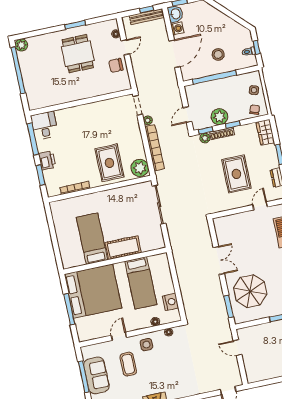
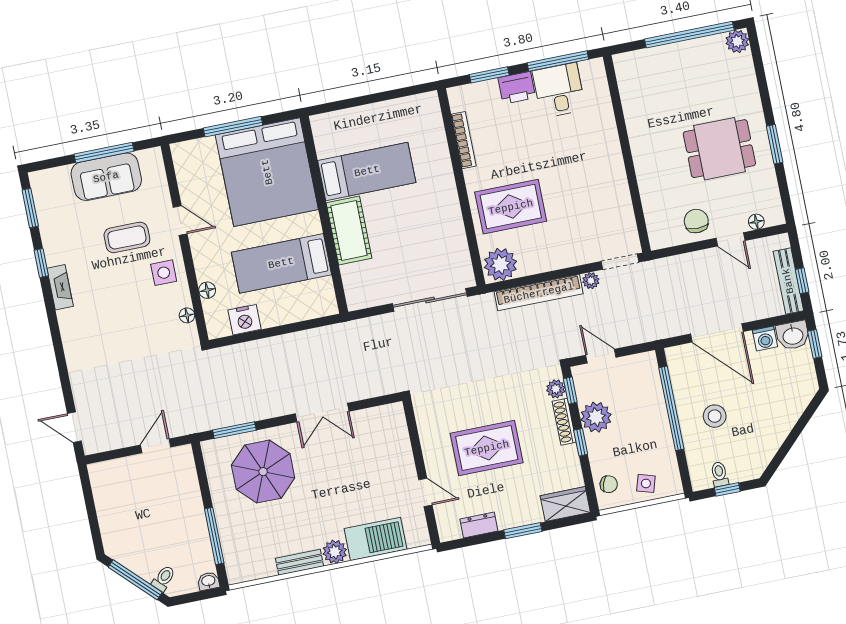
desk: (44, 126) -> (559, 90), moved, turned -90

